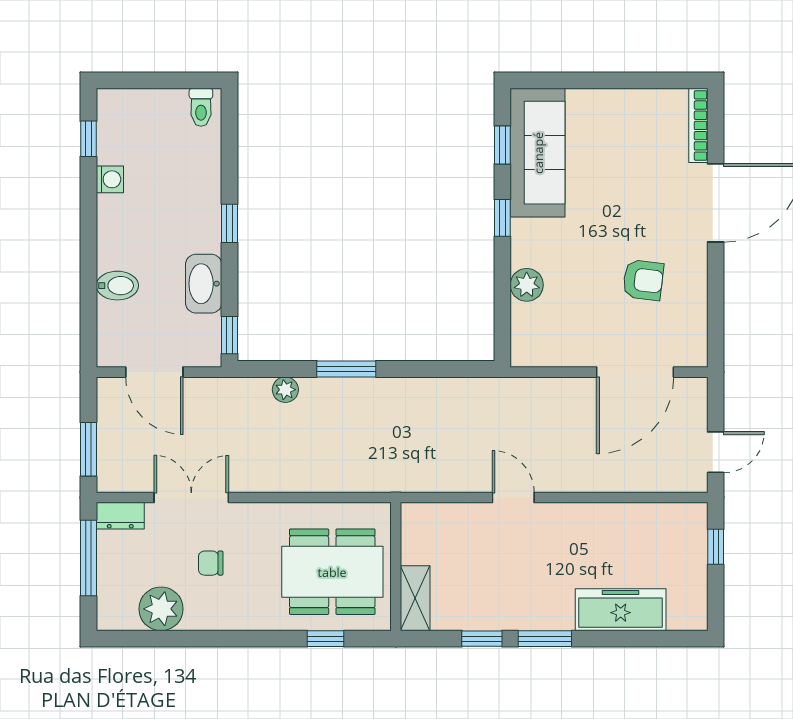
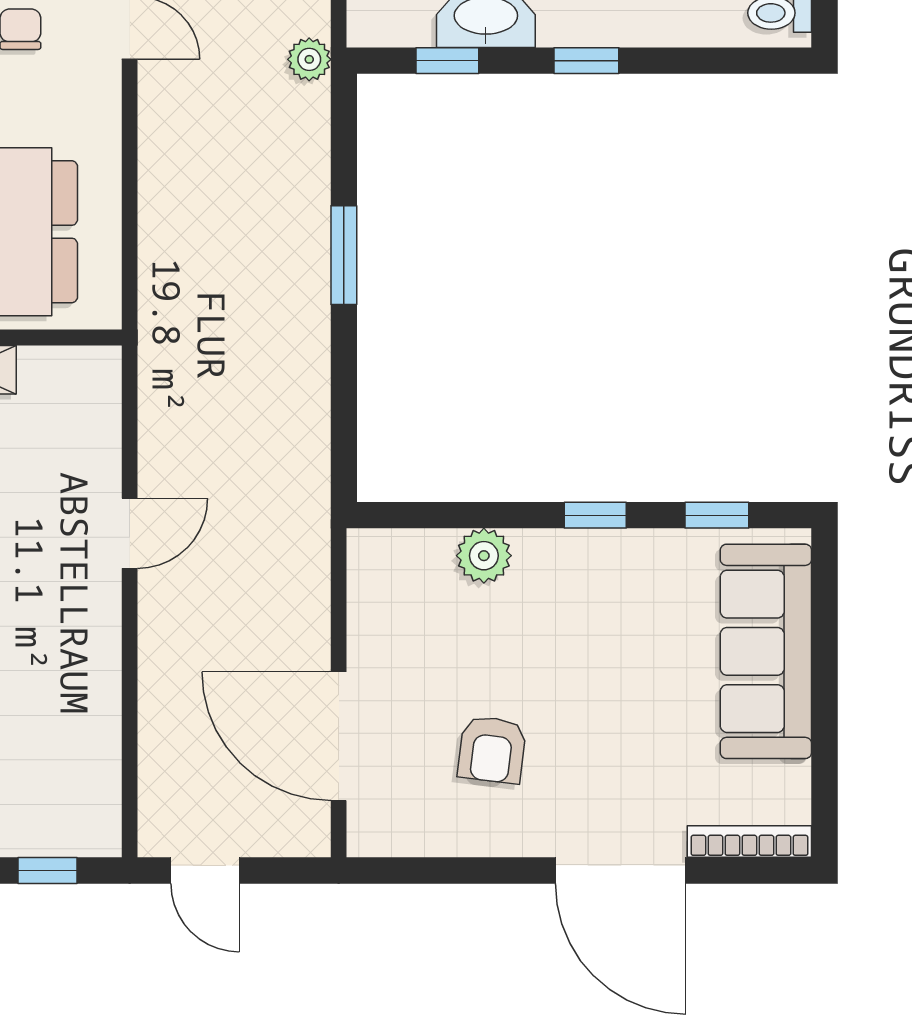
sofa: (538, 153) -> (766, 651), moved, turned 90
window: (230, 335) -> (447, 61), moved
plant: (285, 390) -> (309, 59), moved

